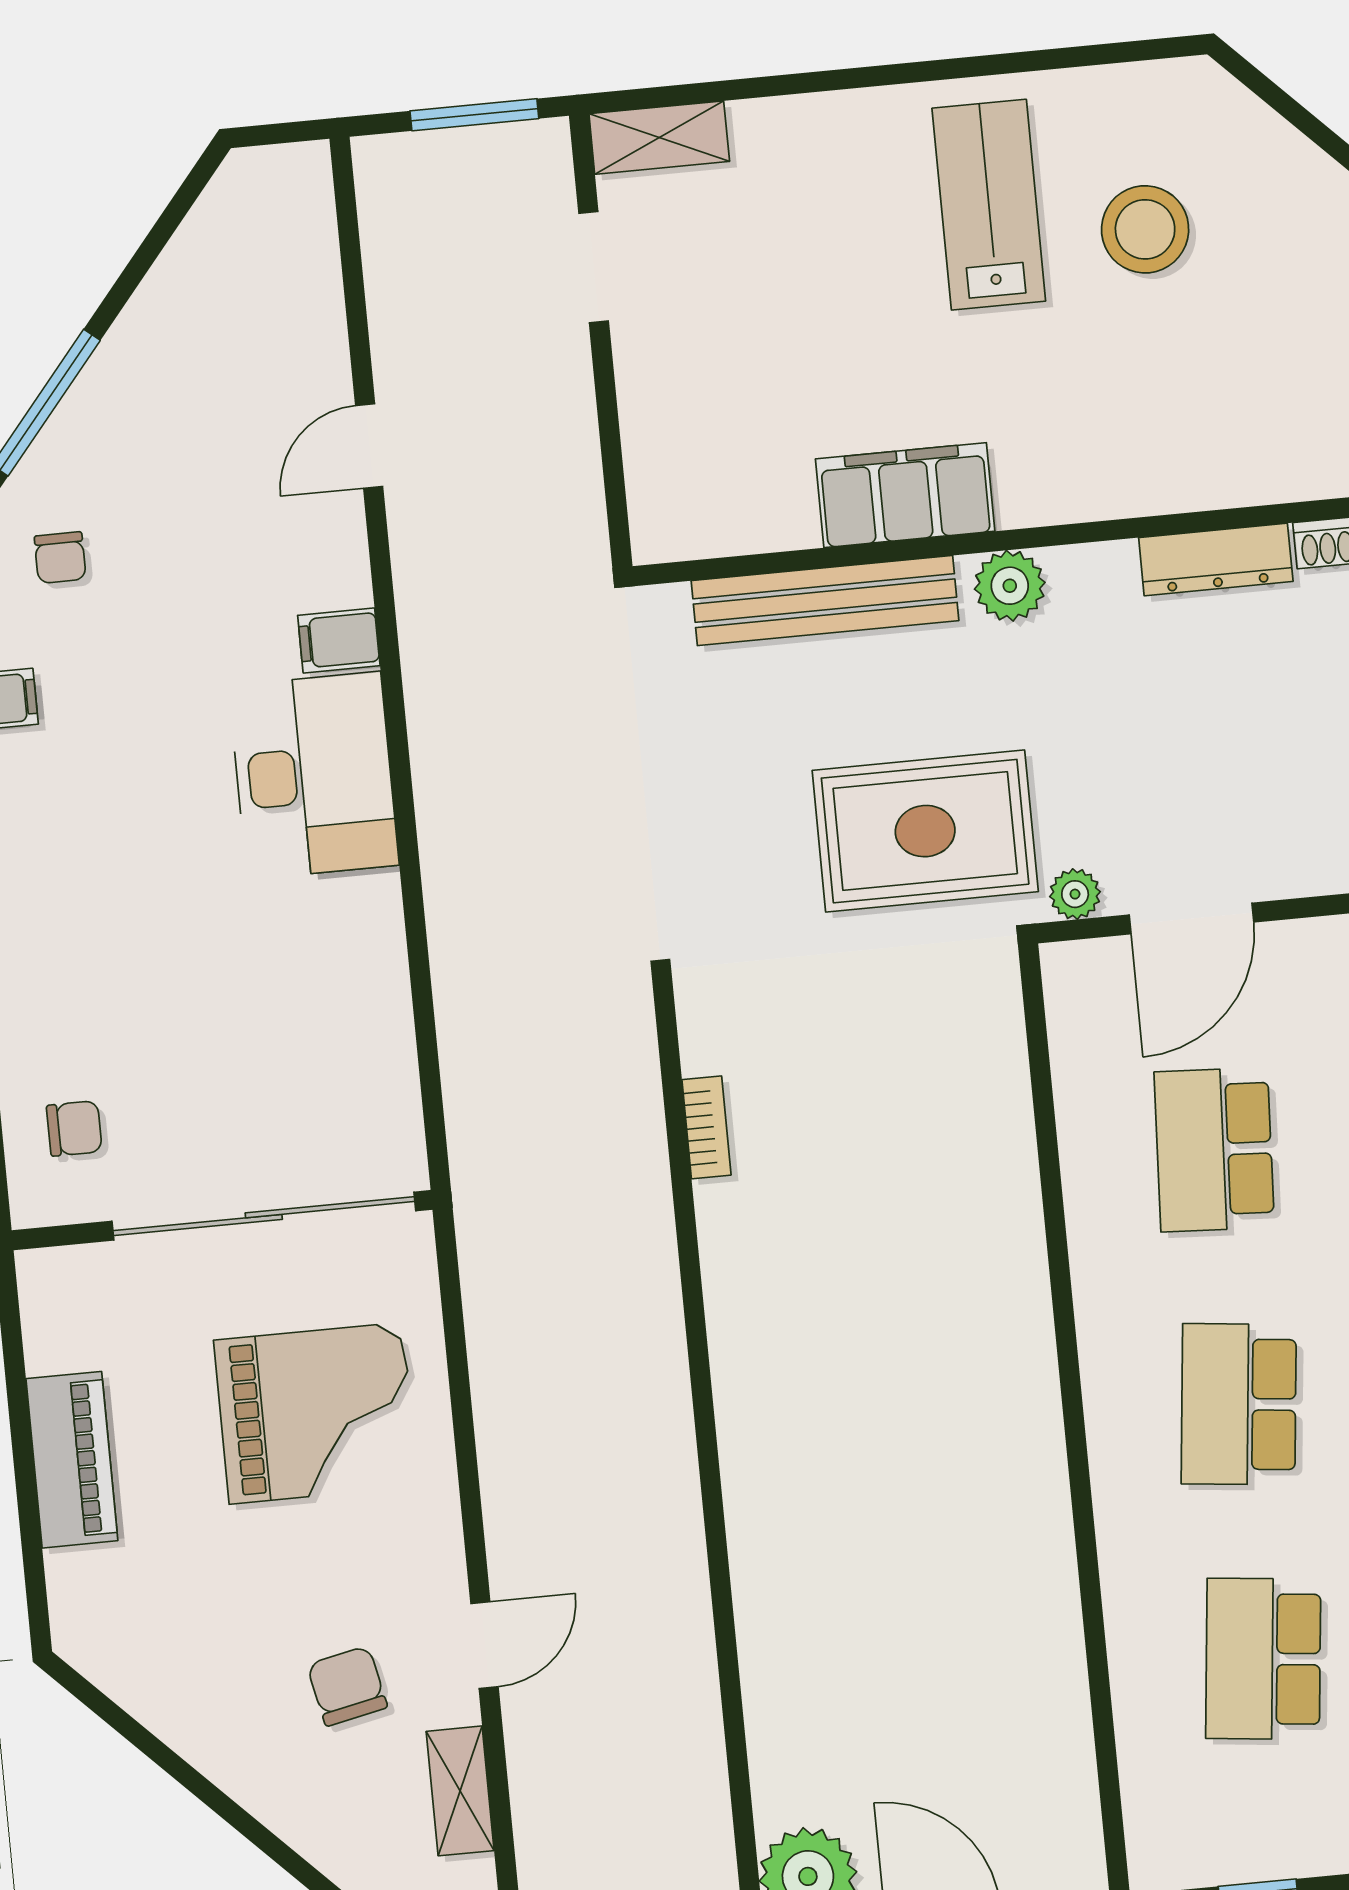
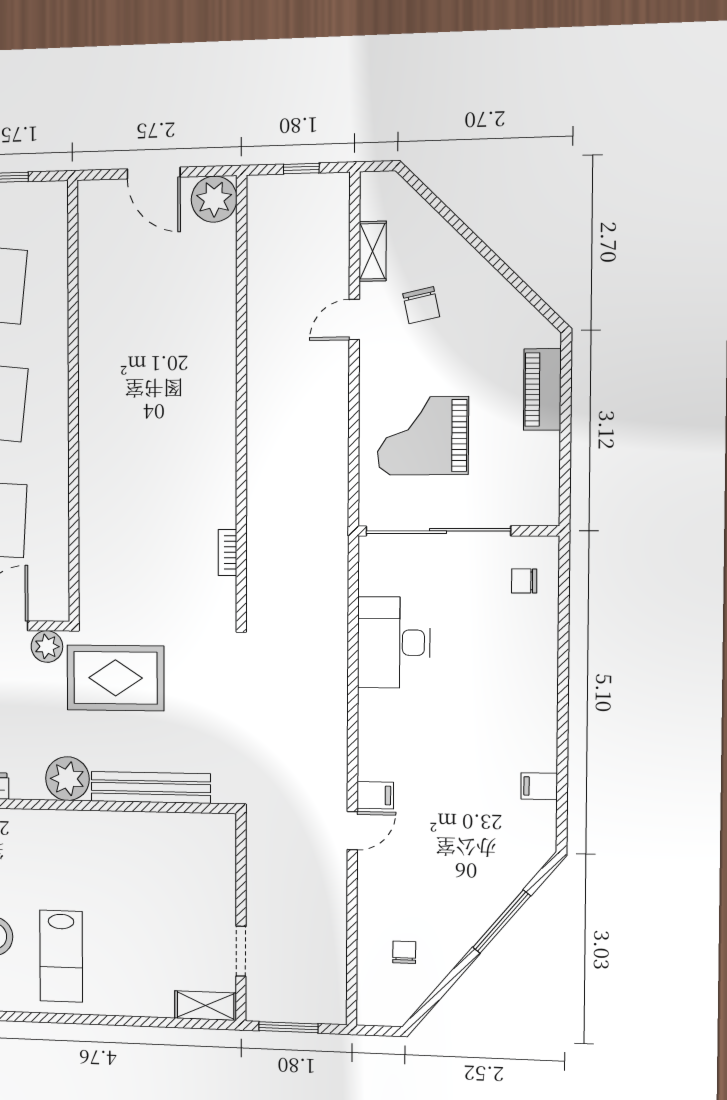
door: (369, 446) -> (352, 831), moved
filing cabinet: (905, 495) -> (110, 831), removed
chair: (60, 558) -> (404, 952), moved
plant: (1010, 586) -> (67, 779), width x1.36, depth x1.36
desk: (314, 775) -> (394, 643), moved
plant: (1075, 894) -> (47, 646), width x1.38, depth x1.38
piano: (72, 1460) -> (542, 389), moved

